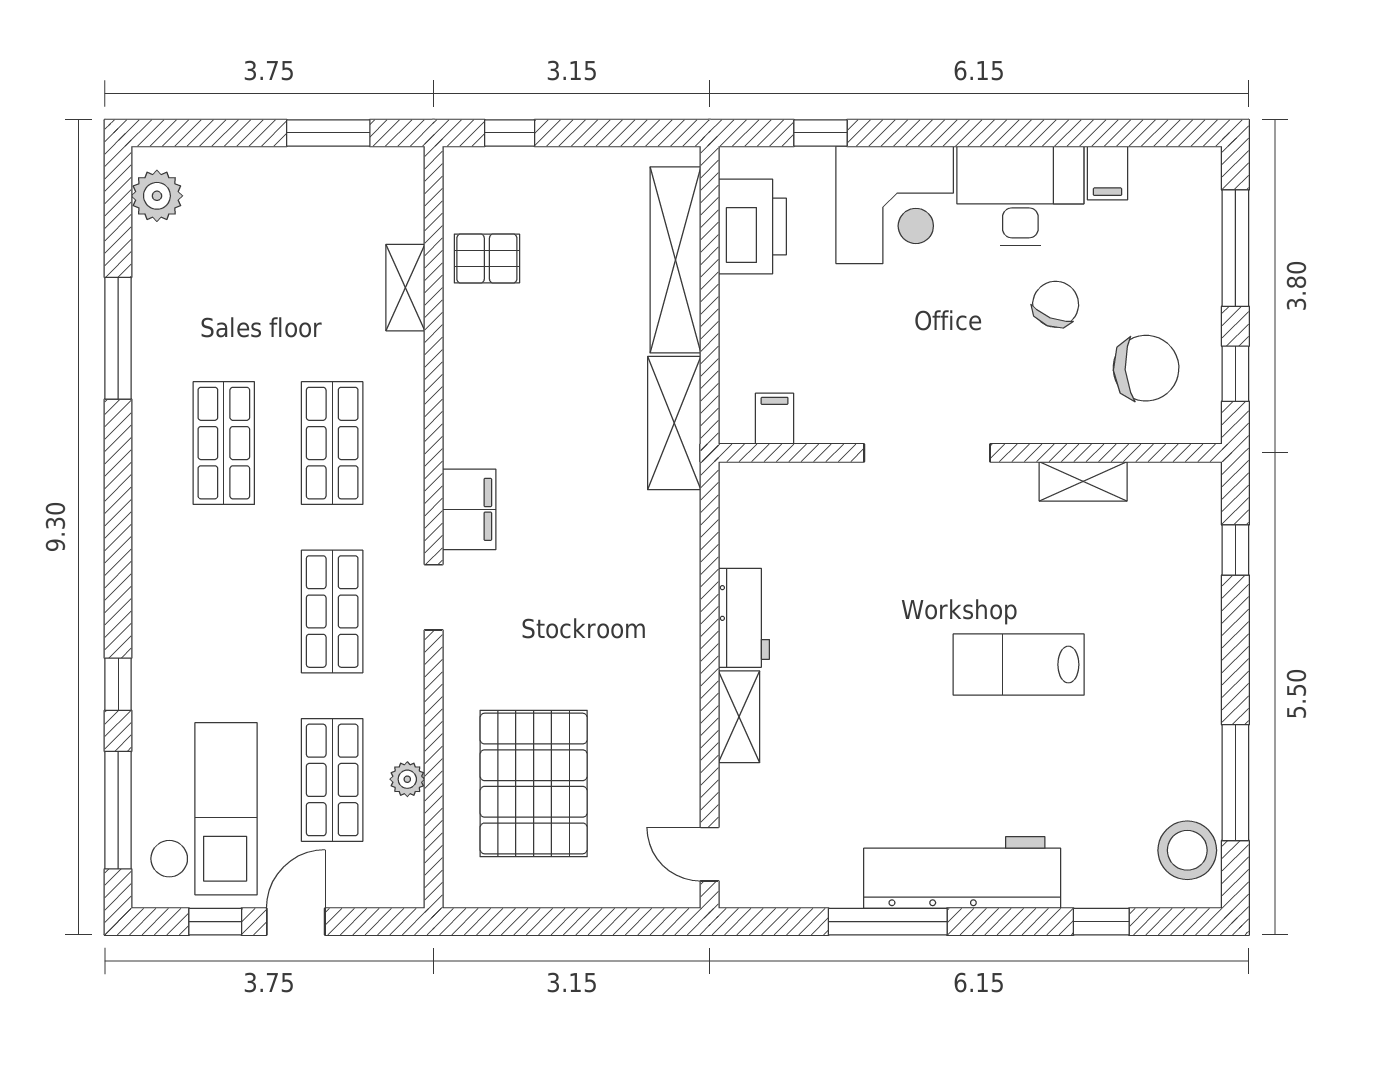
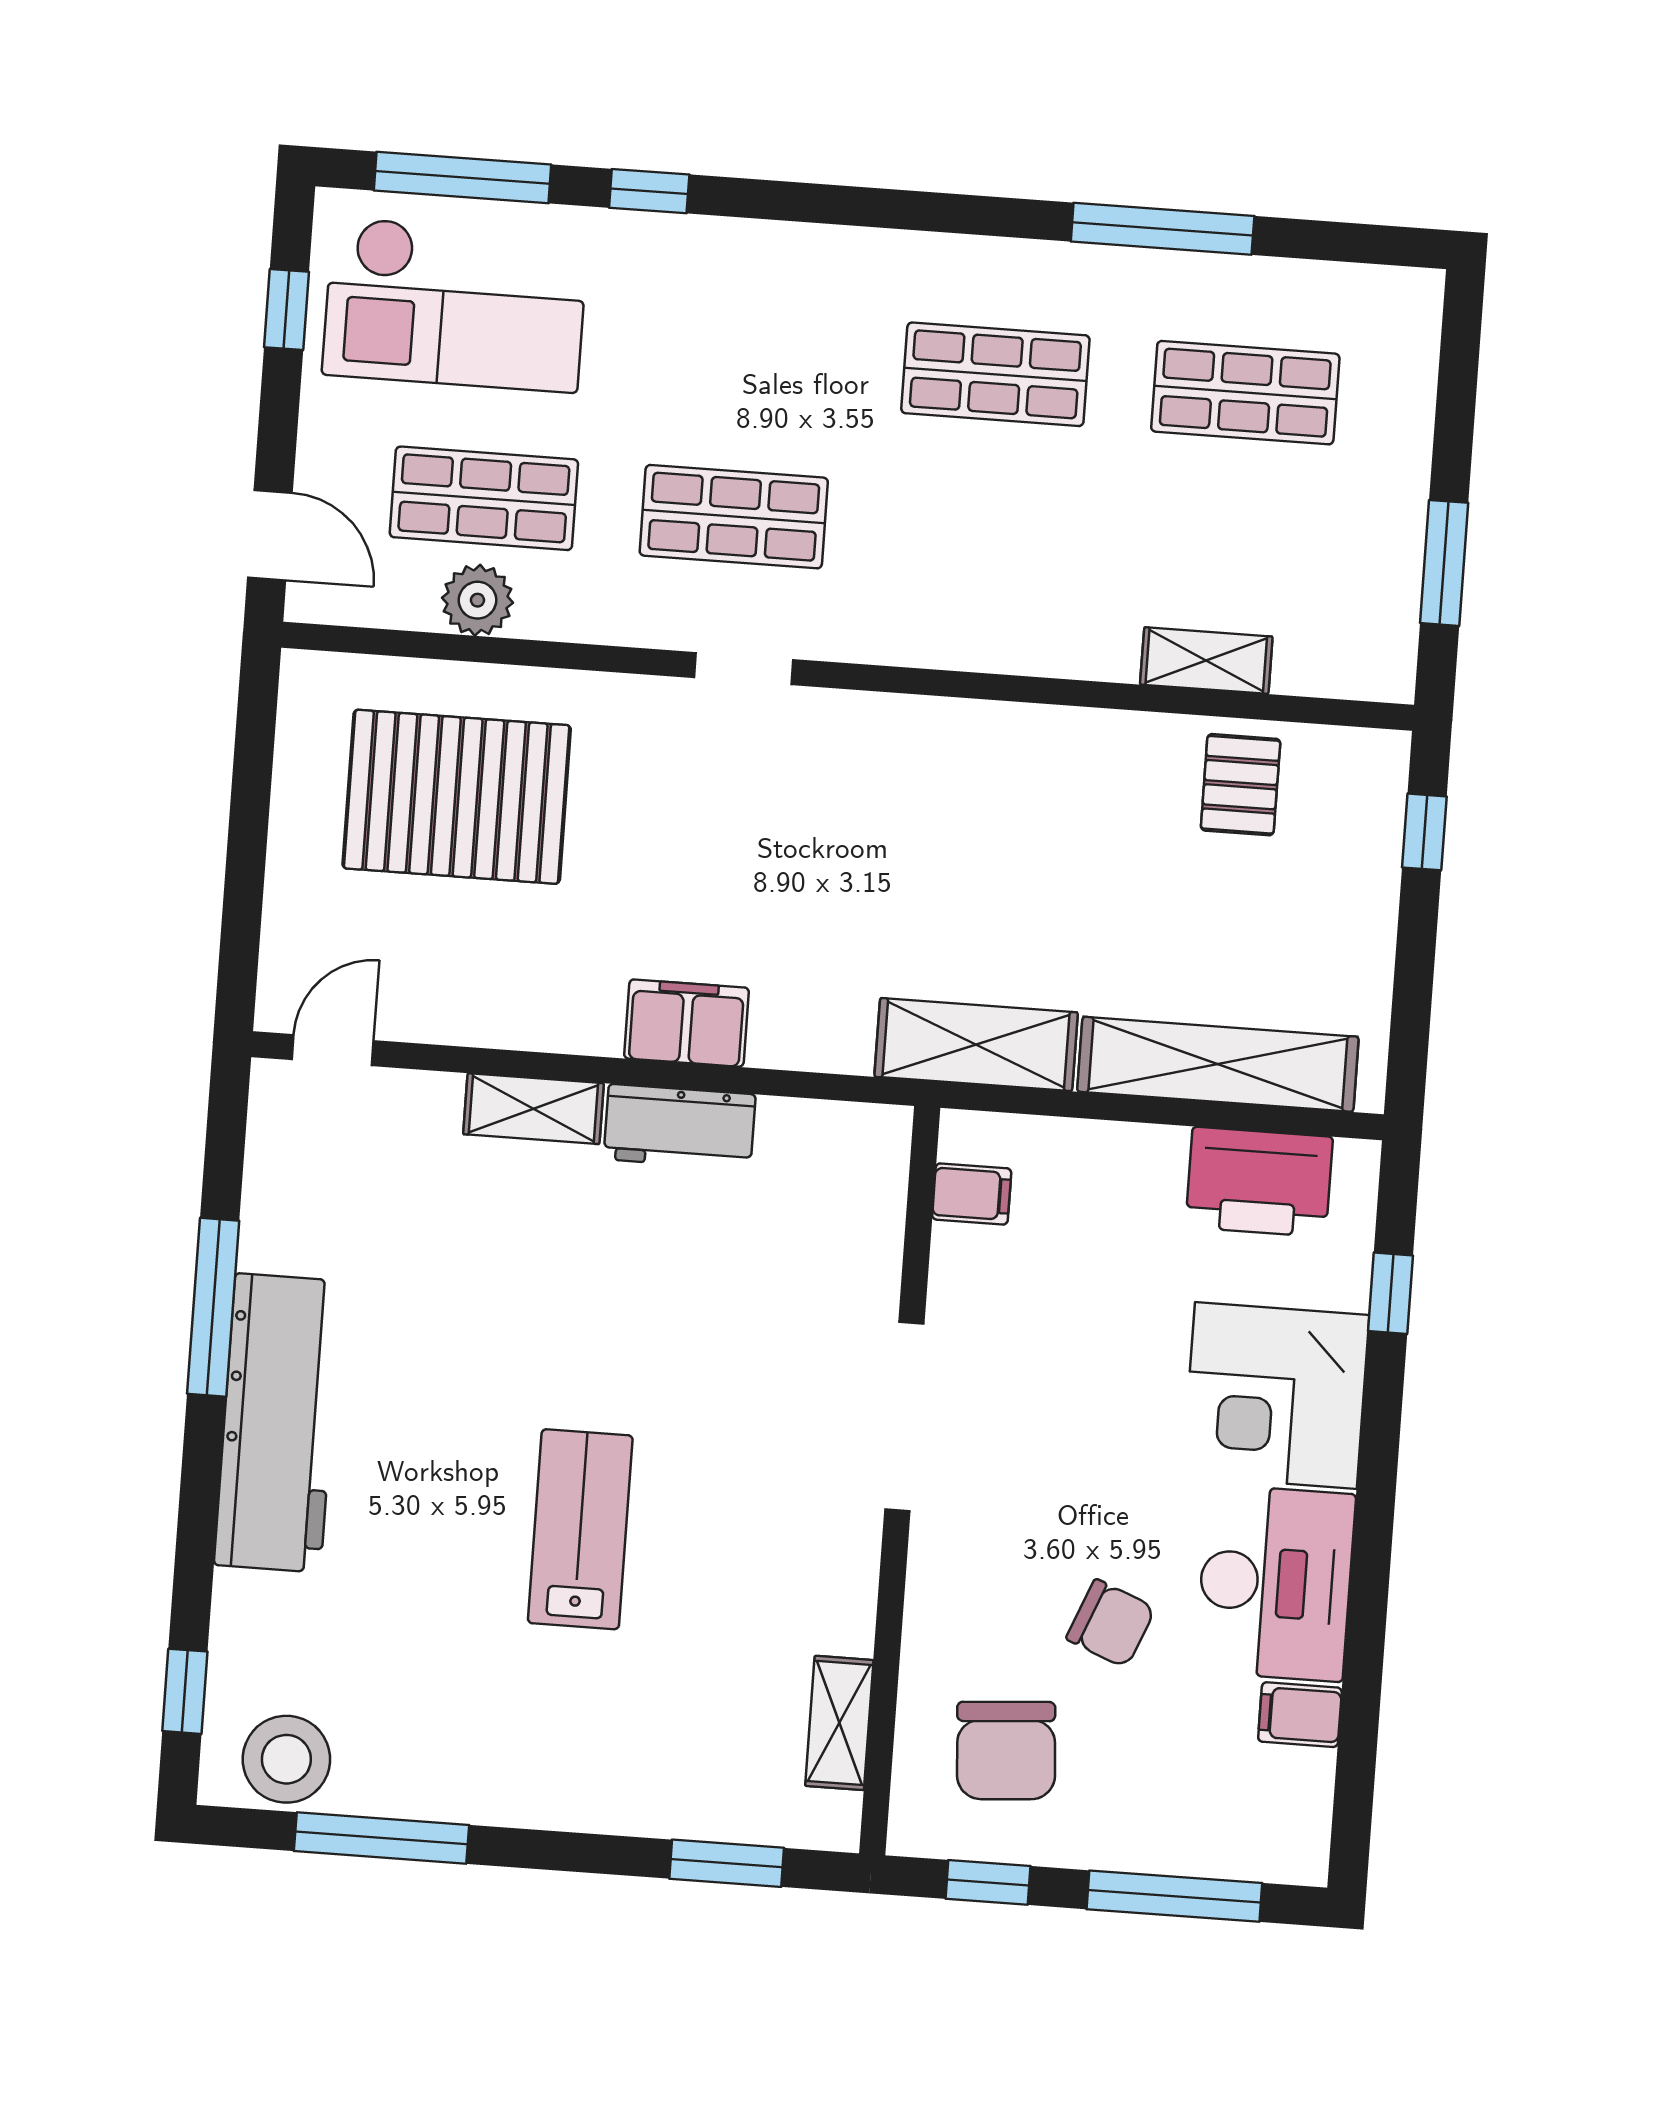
plant: (157, 196) -> (1369, 302), removed
shop shelf: (332, 443) -> (1245, 393), moved
shelving: (1083, 481) -> (839, 1723), moved
filing cabinet: (469, 509) -> (686, 1023), moved, turned 180
window: (1235, 550) -> (727, 1863), width x1.50
plant: (407, 779) -> (477, 600), width x1.38, depth x1.38
door: (296, 922) -> (270, 535), moved
window: (1101, 922) -> (185, 1691), moved

